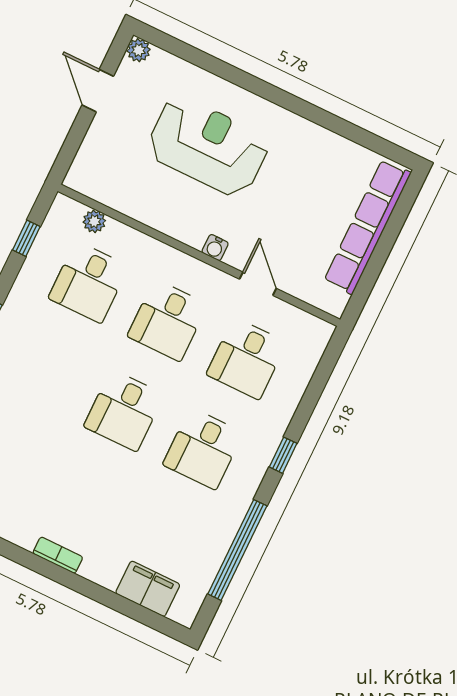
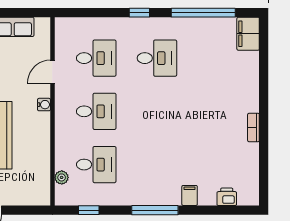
desk: (124, 410) -> (157, 111), removed
bookcase: (58, 555) -> (253, 127), moved
filing cabinet: (148, 589) -> (248, 34), moved

